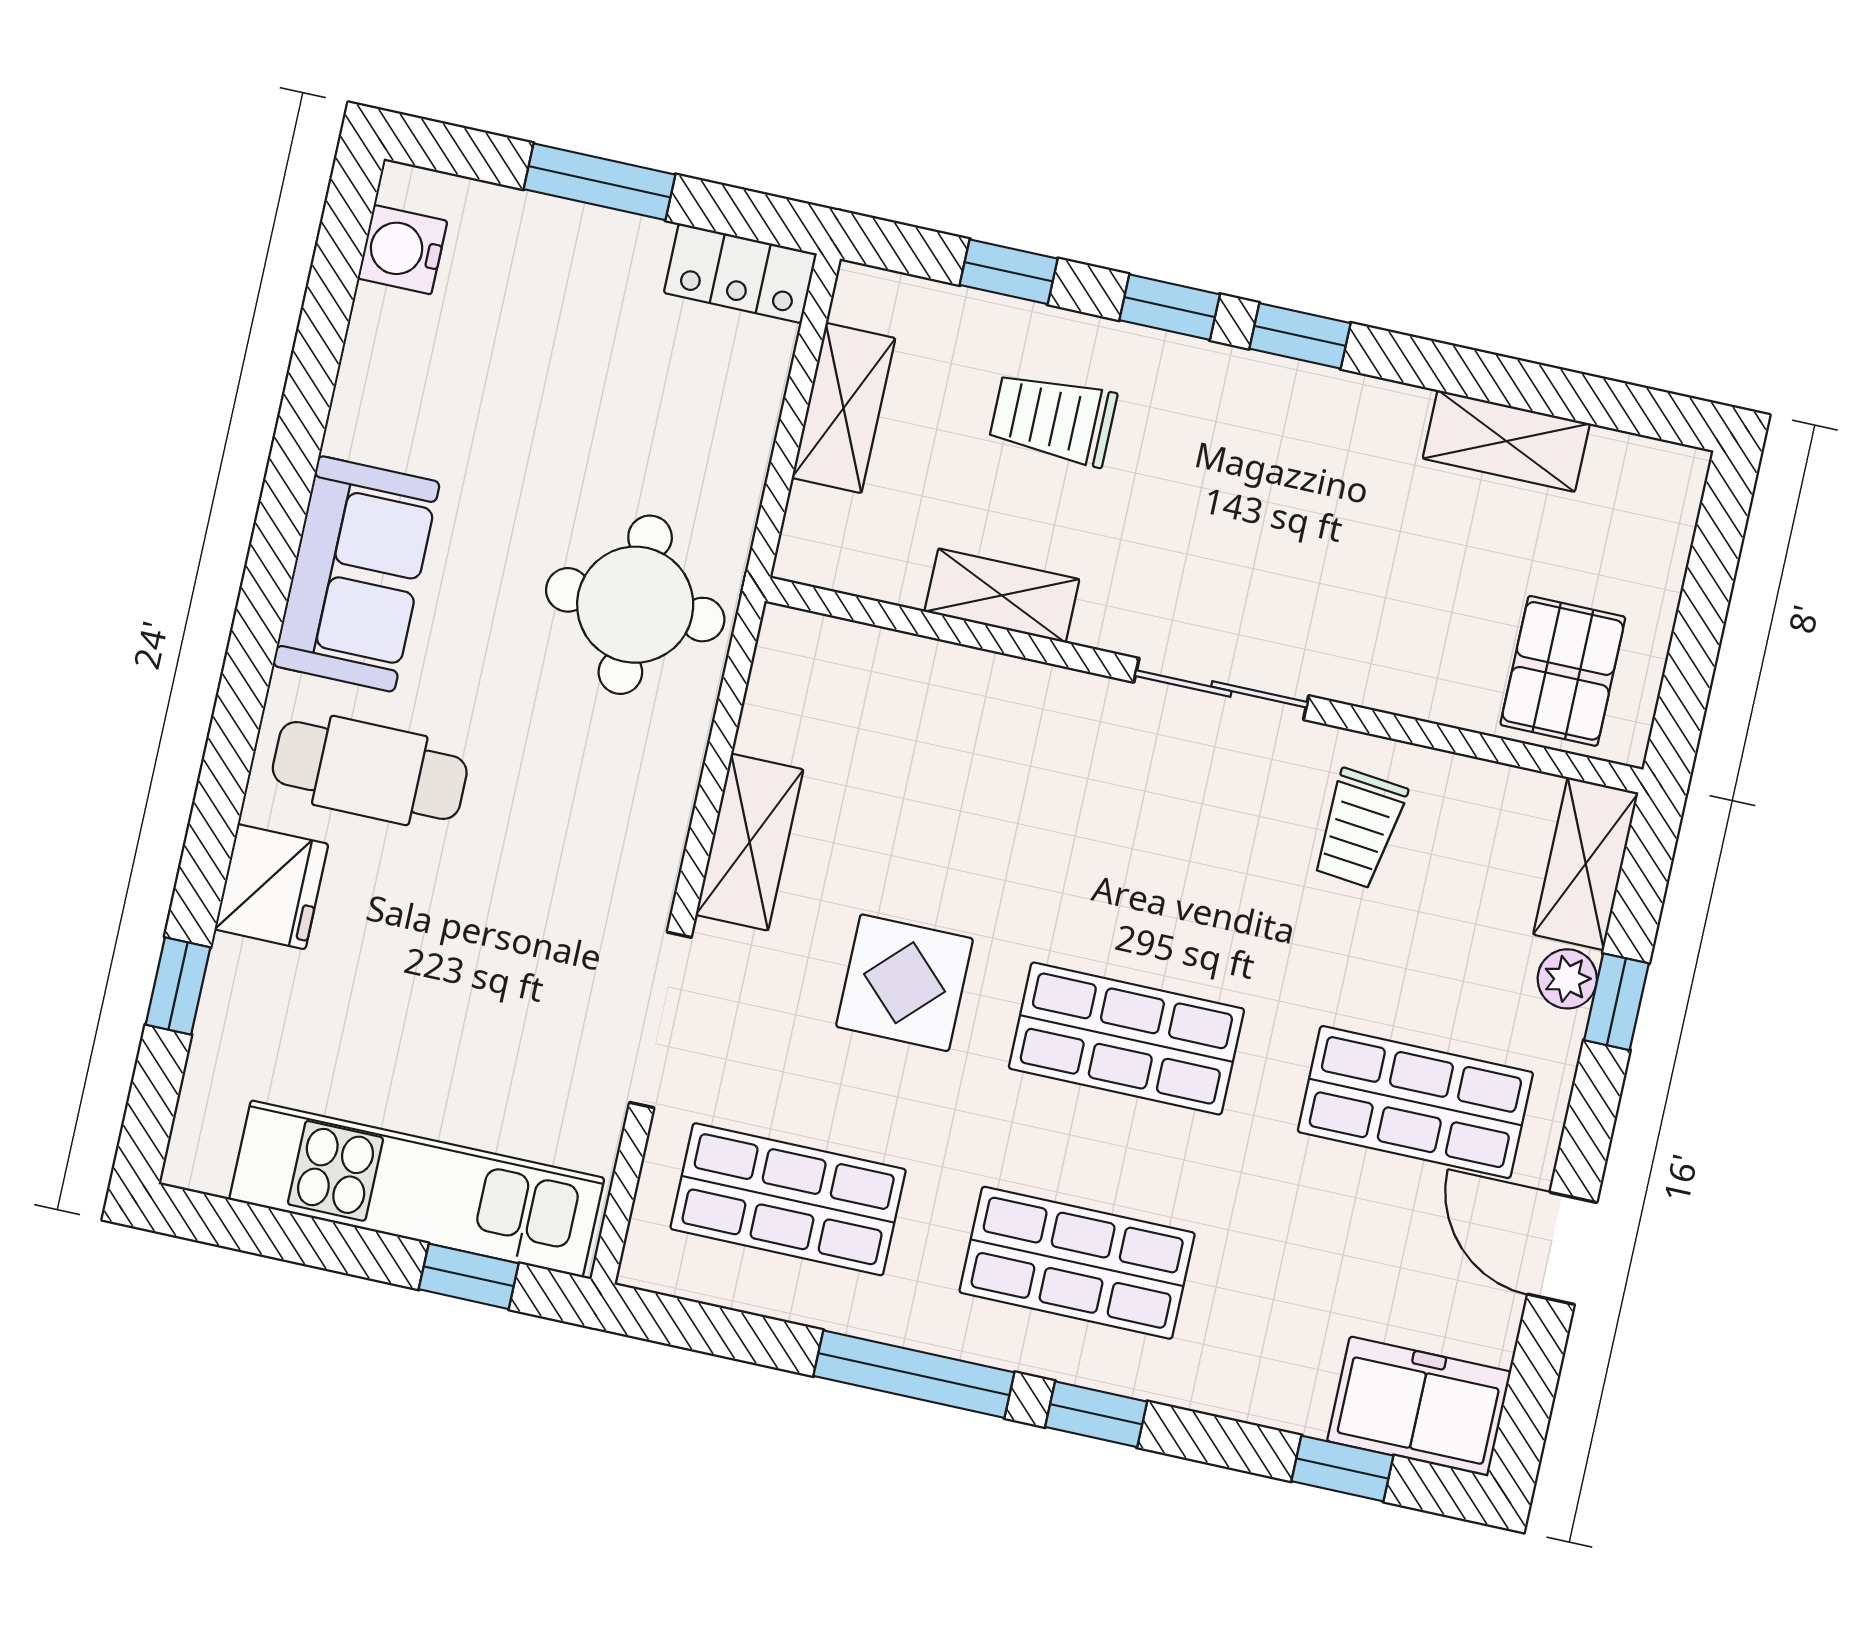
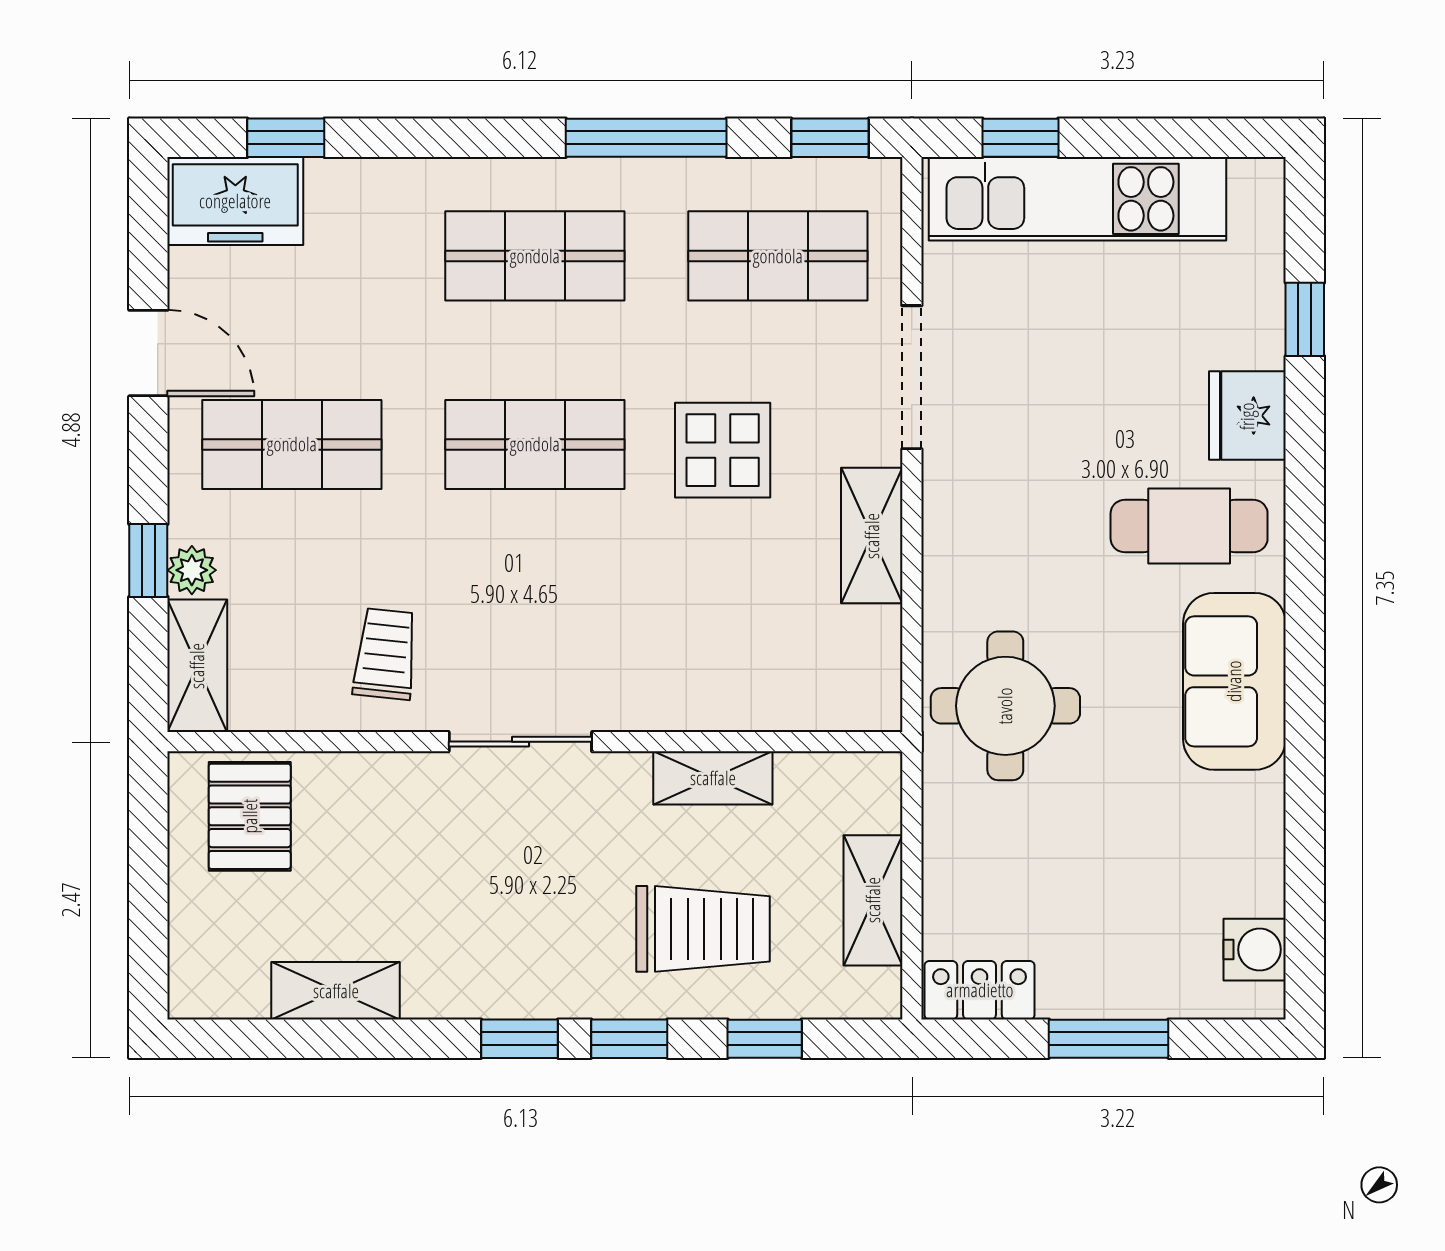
trolley: (1053, 419) -> (703, 929), width x1.36, depth x1.39
window: (1096, 1414) -> (830, 138), moved

